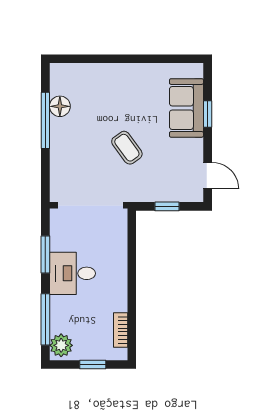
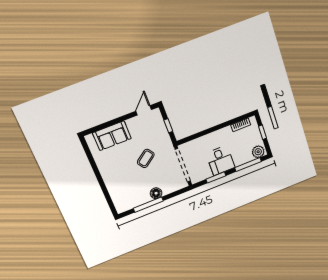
floor lamp: (60, 106) -> (156, 193), moved
window: (208, 114) -> (110, 123), removed

